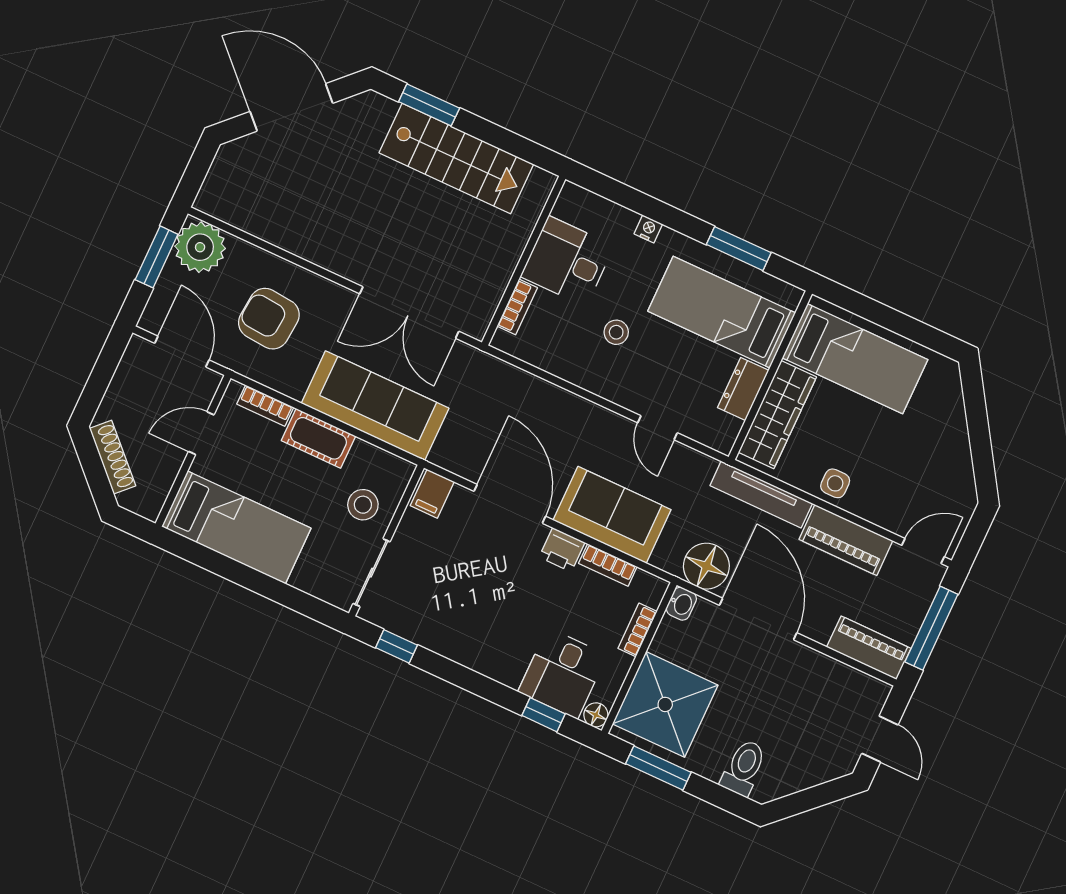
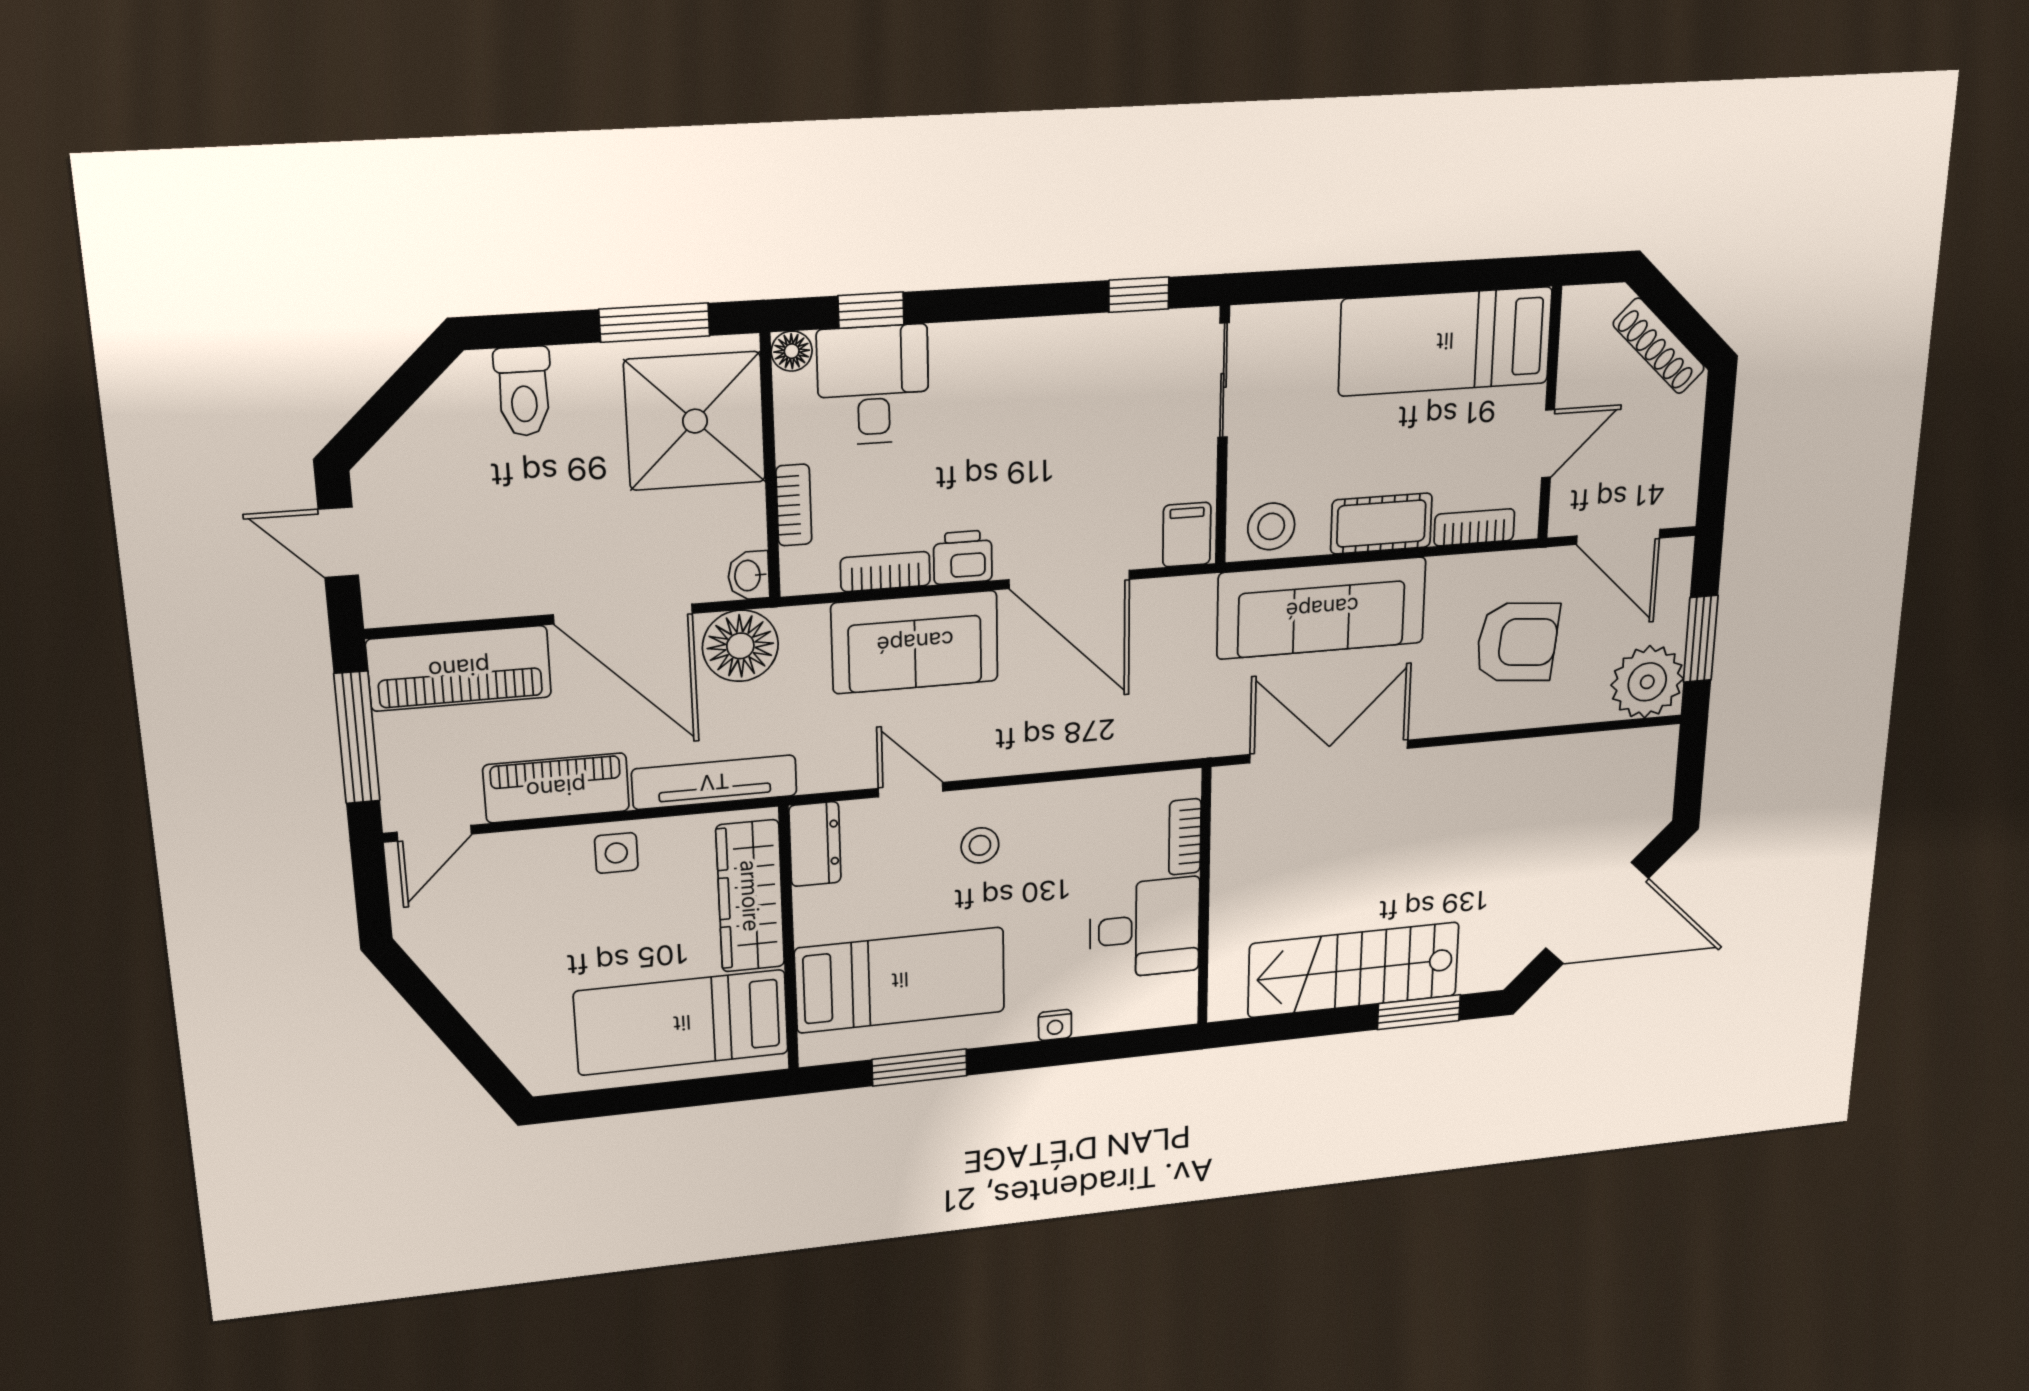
stool: (616, 332) -> (980, 845), moved
dresser: (743, 389) -> (815, 844), moved
stool: (363, 505) -> (1271, 526), moved
piano: (869, 648) -> (459, 668), width x1.37, depth x1.33

